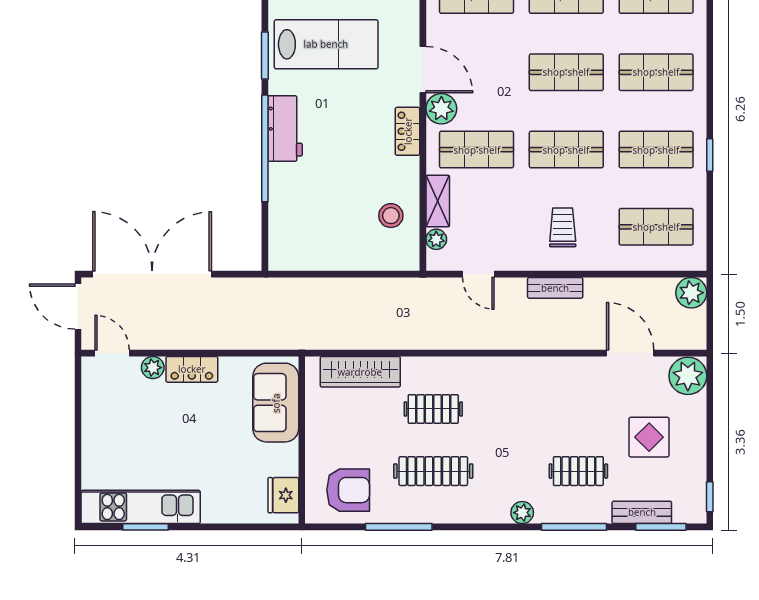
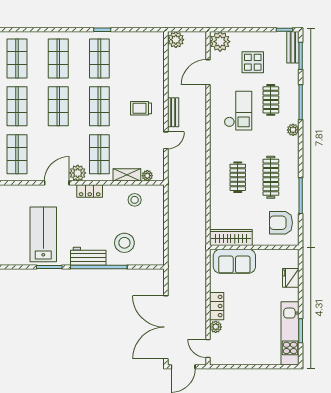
stool: (310, 196) -> (124, 243), added
shop shelf: (656, 227) -> (141, 58), removed
door: (478, 274) -> (166, 140), moved
door: (112, 353) -> (208, 349), hinge flipped
wardrobe: (360, 372) -> (231, 237), moved, turned -90
checkout: (558, 410) -> (238, 111), added
armchair: (348, 490) -> (281, 223), turned -90
fridge: (283, 495) -> (291, 278), moved, turned 90
bench: (642, 512) -> (293, 47), moved

